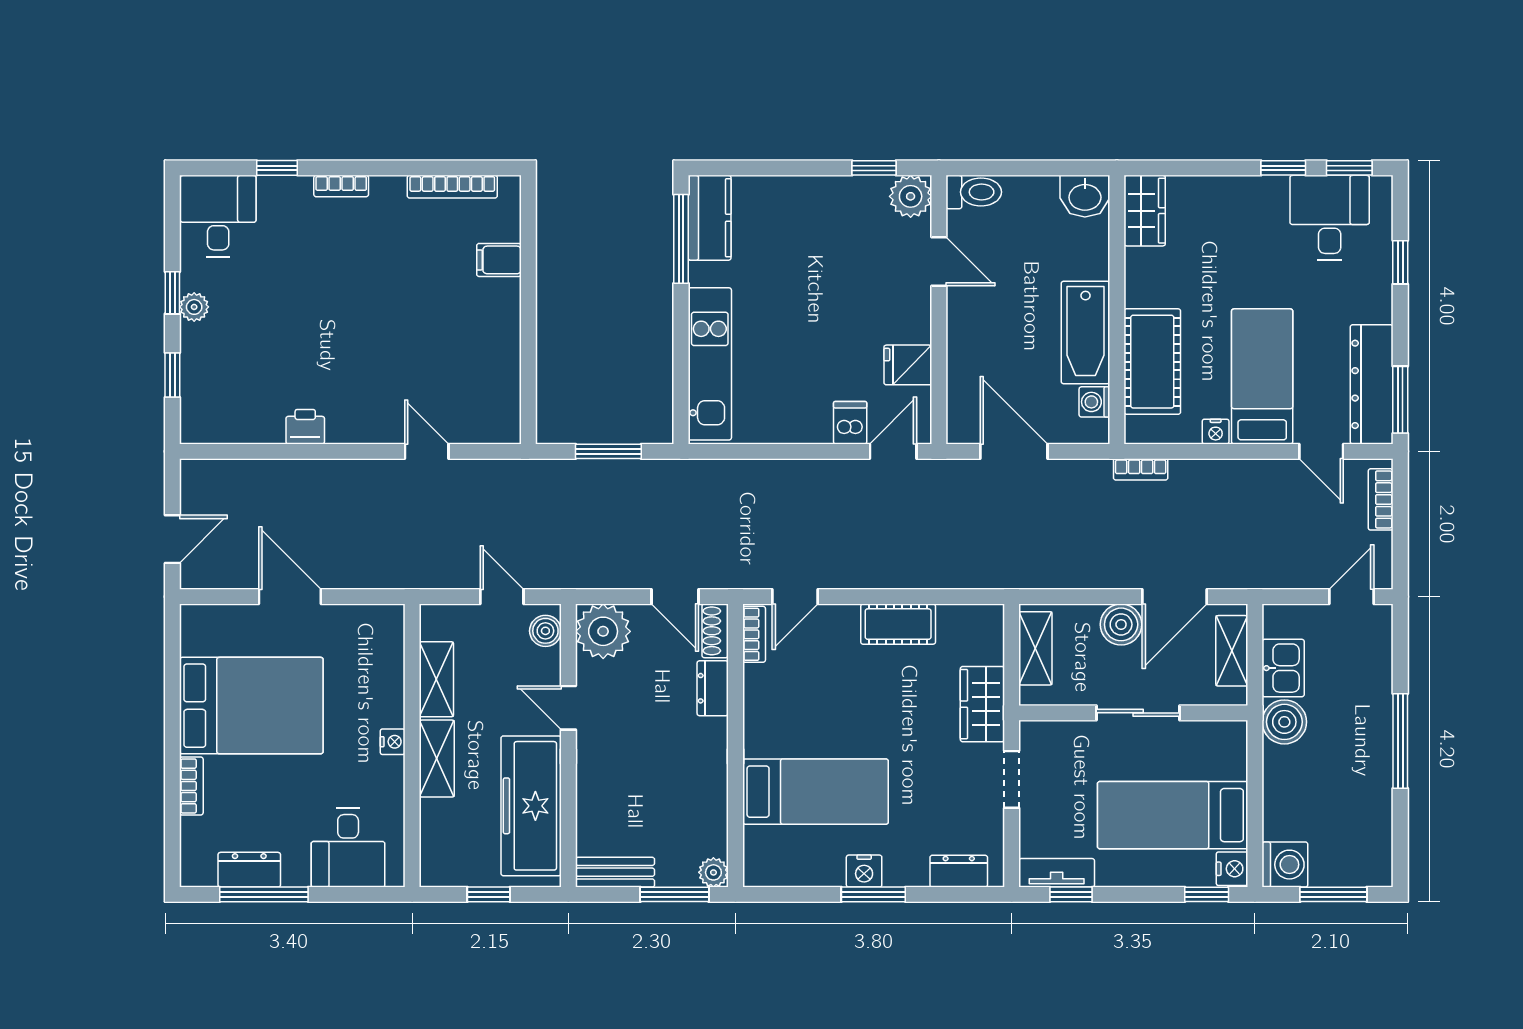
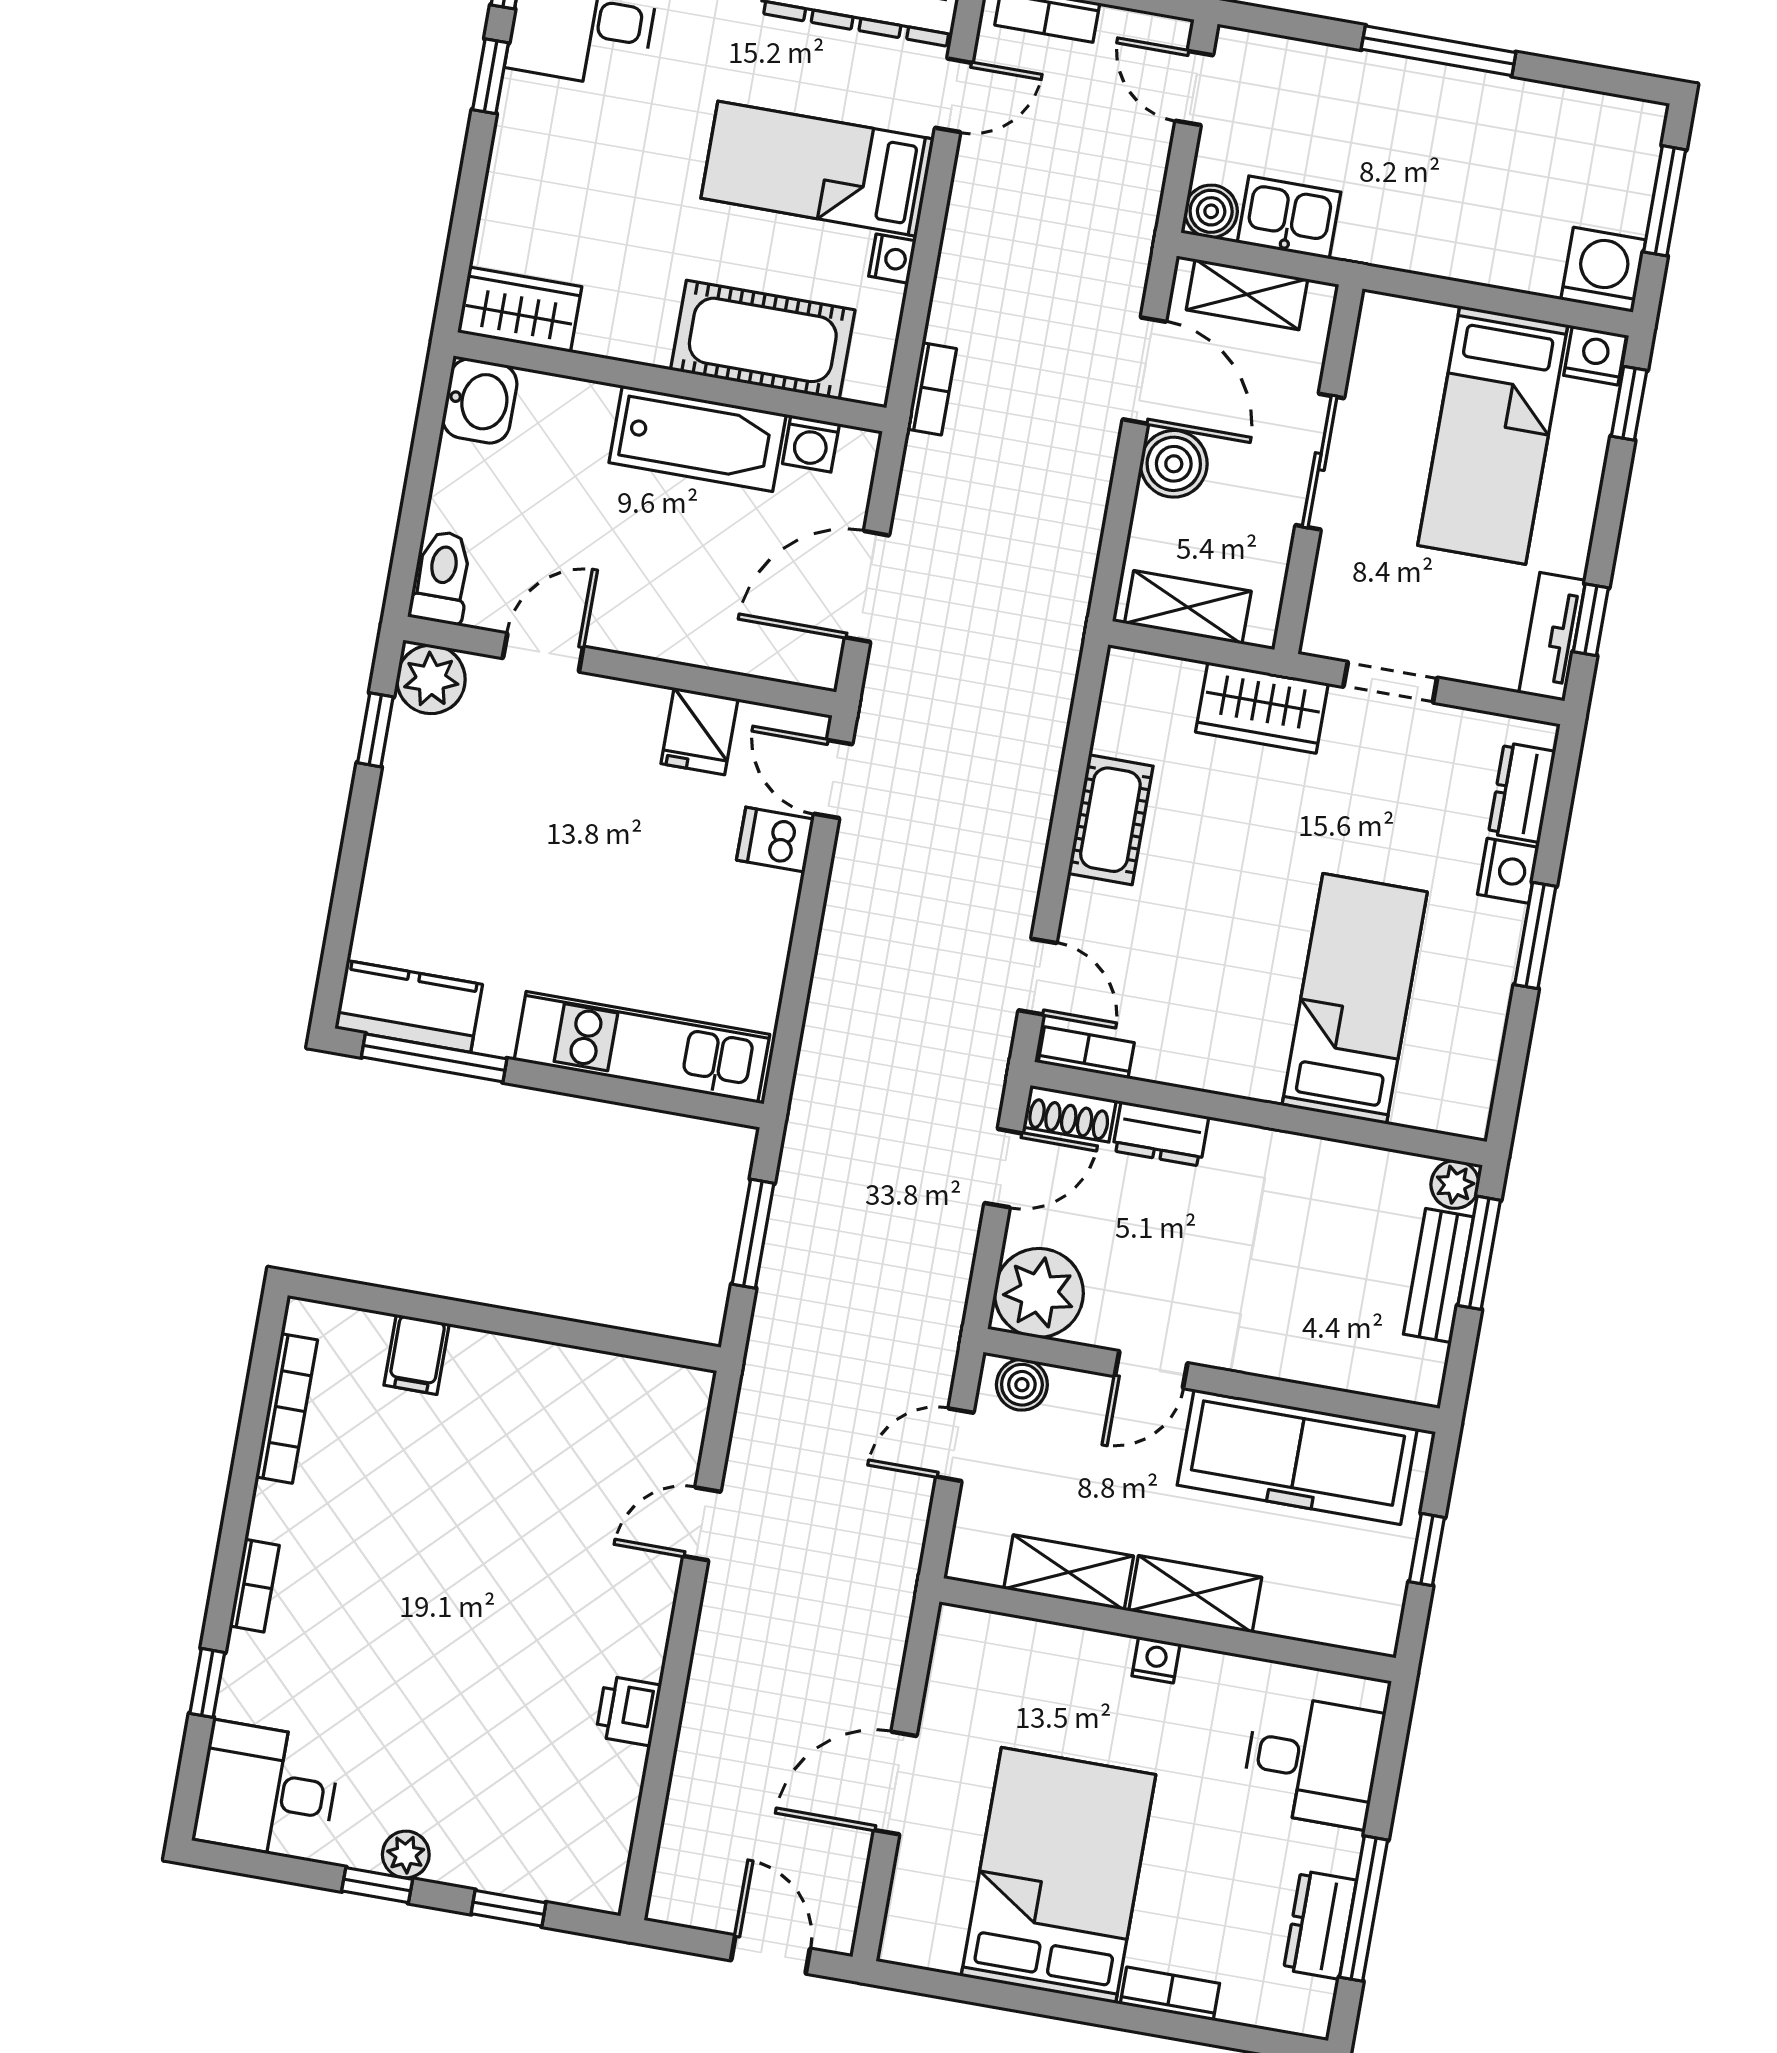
boiler: (1284, 722) -> (1211, 211), moved, width x0.73, depth x0.73
nightstand: (864, 871) -> (1508, 871), moved
bench: (615, 872) -> (1438, 1276), moved

